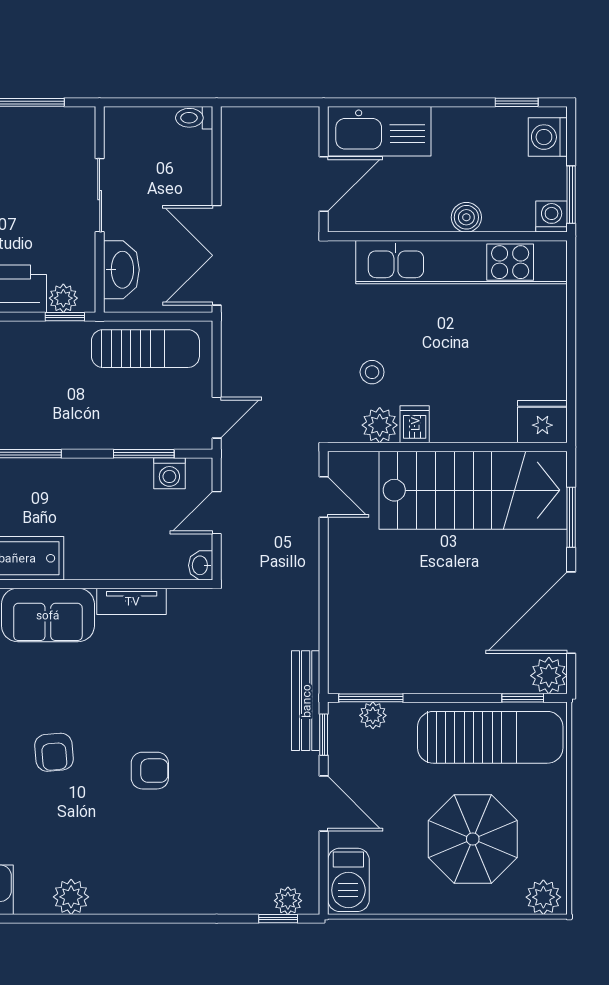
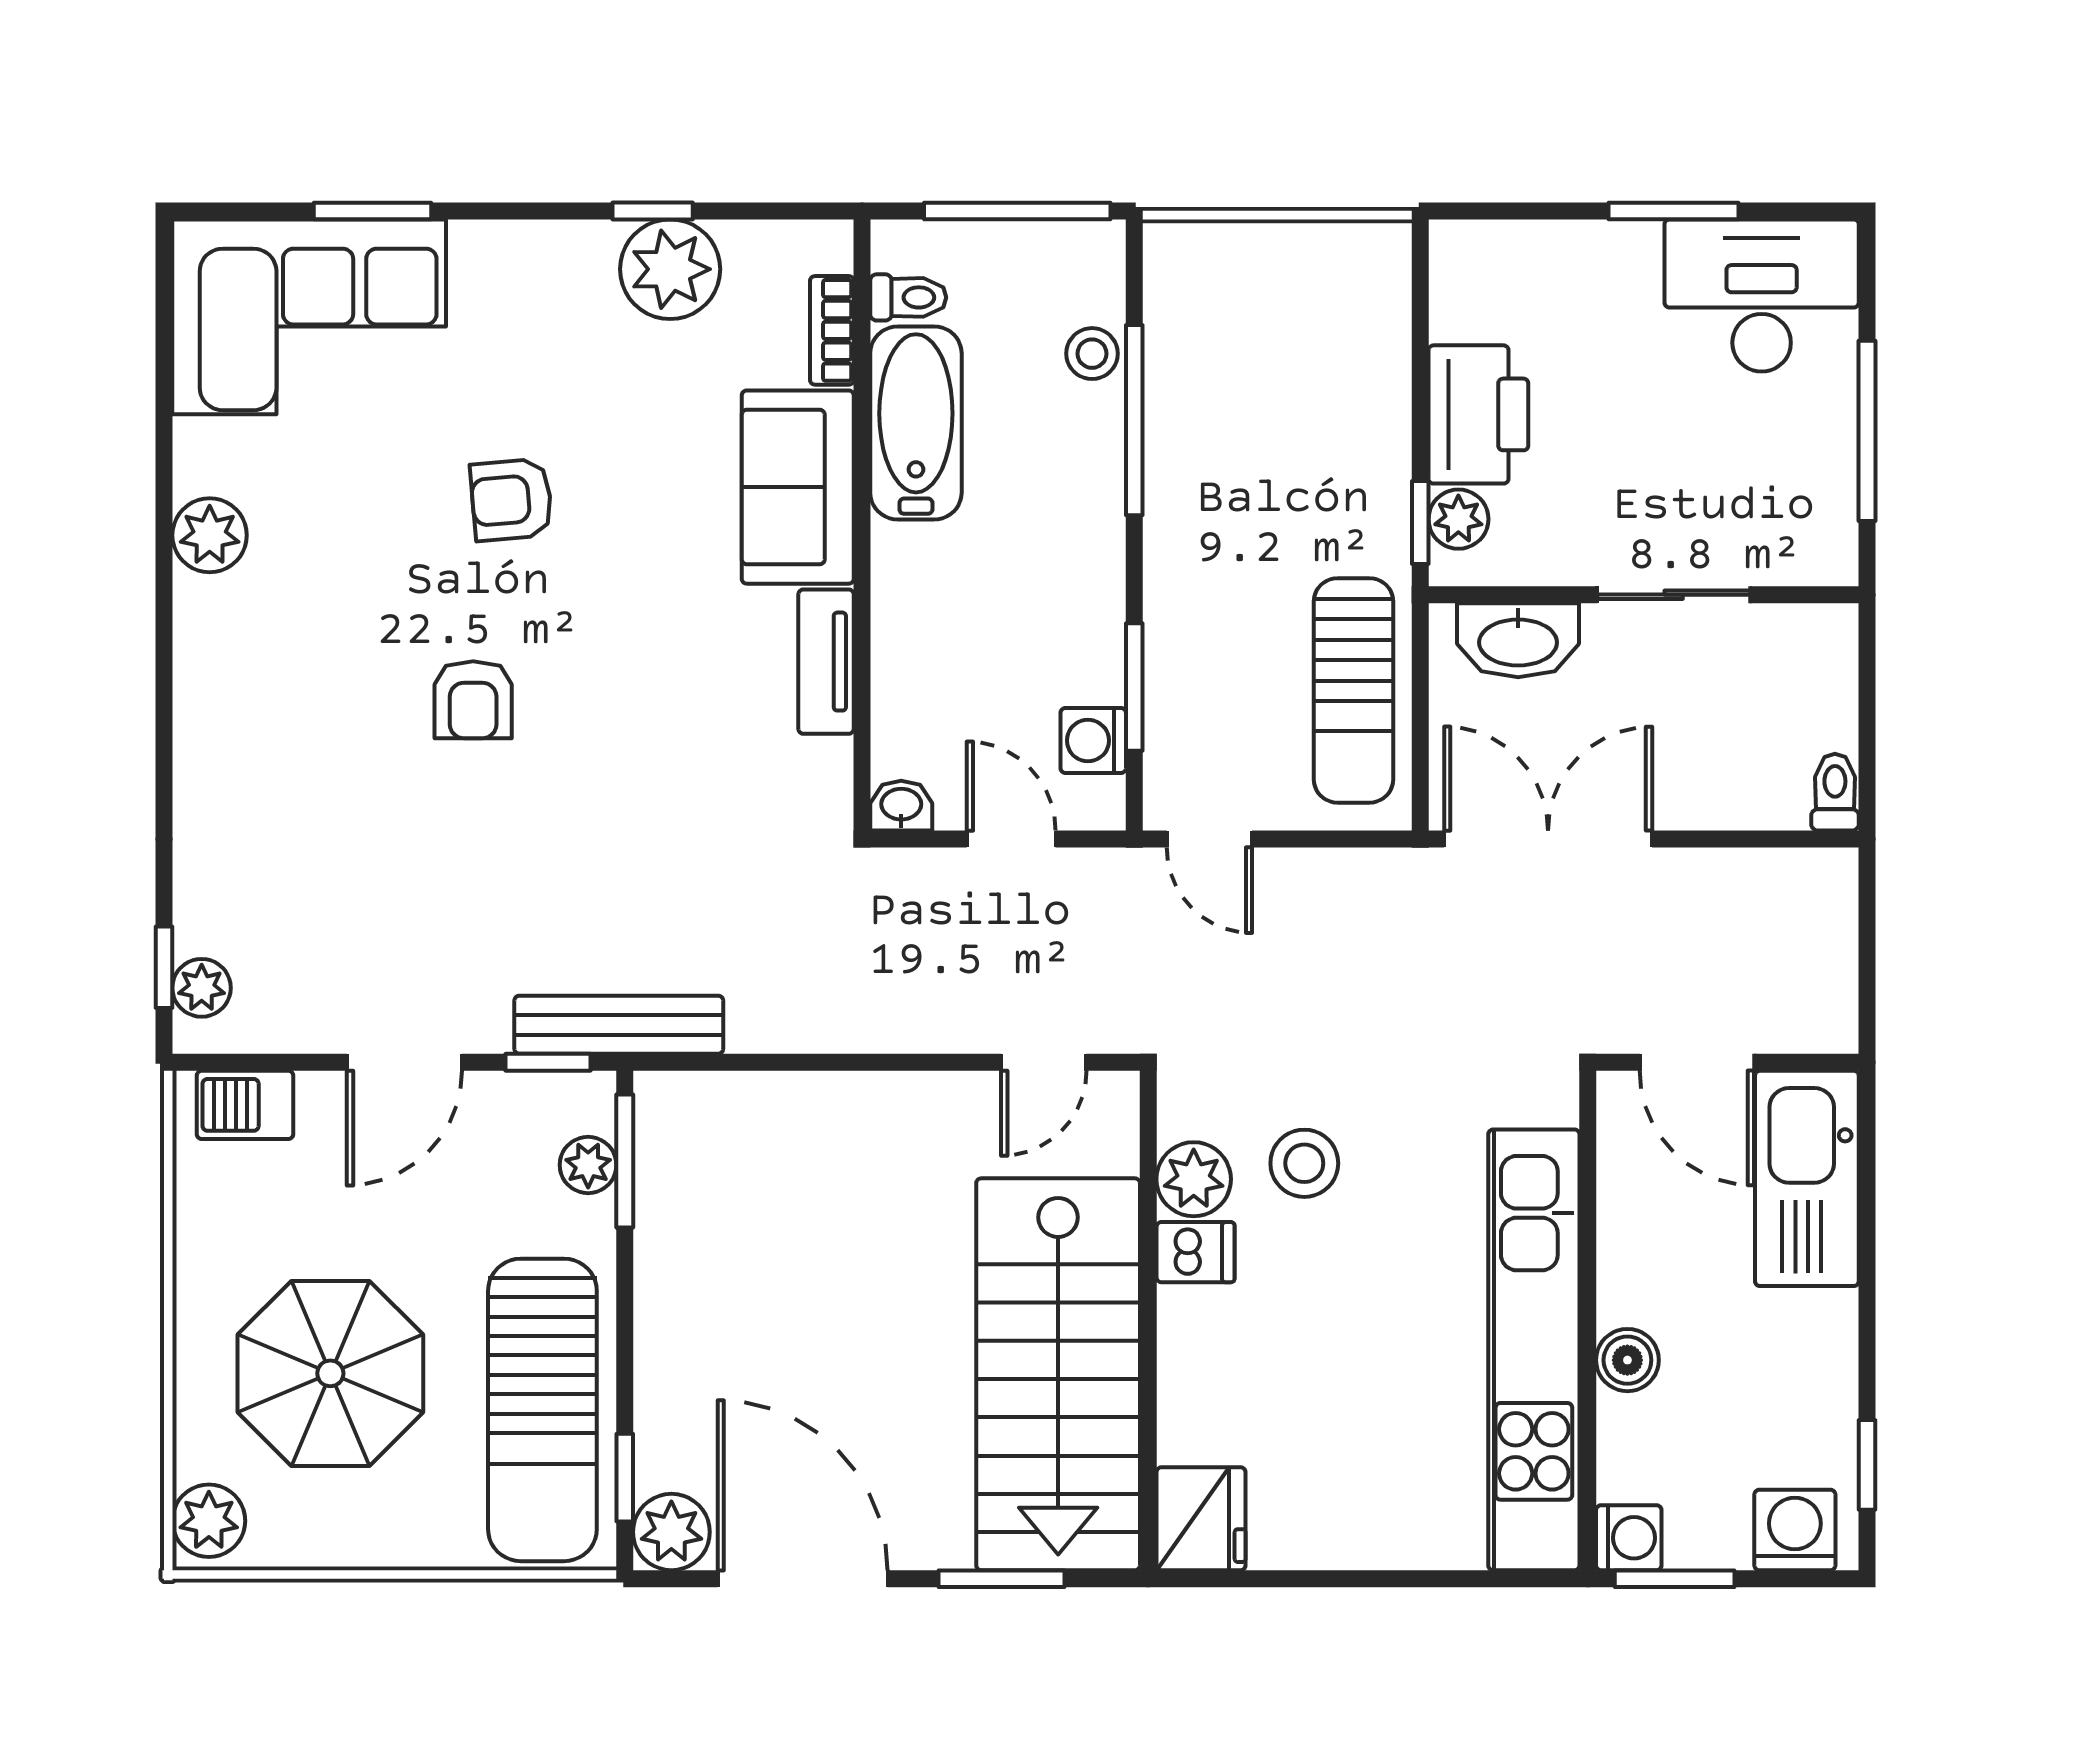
stool: (372, 372) -> (1304, 1163), width x1.37, depth x1.37
barbecue: (348, 880) -> (245, 1105), width x0.73, depth x0.79

